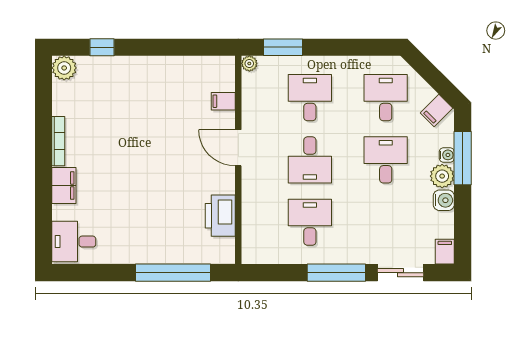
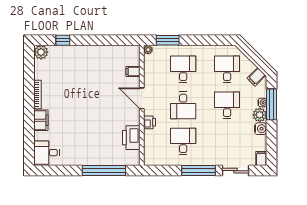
printer: (252, 189) -> (149, 122), added

